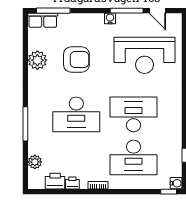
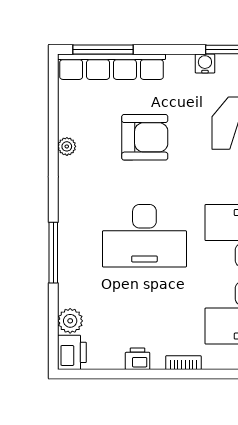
row of seats: (43, 20) -> (111, 67), width x2.02
plant: (37, 60) -> (67, 146), width x0.53, depth x0.53
printer: (55, 181) -> (72, 352), moved, turned 90

